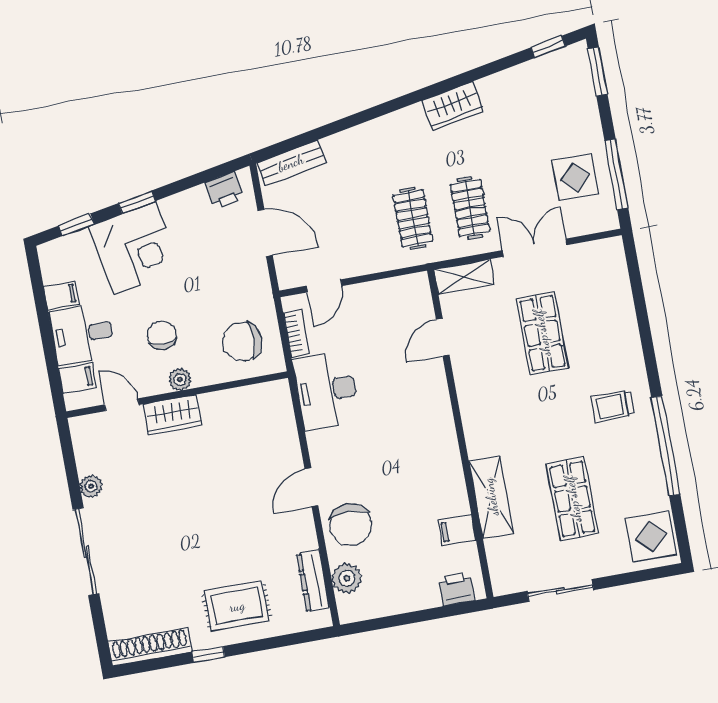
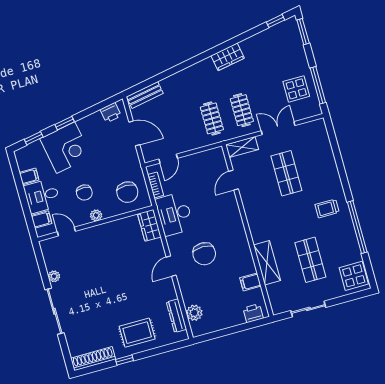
chair: (162, 335) -> (84, 193), turned 180
chair: (242, 342) -> (127, 192), turned -90
wardrobe: (173, 415) -> (149, 225), moved, turned 90
chair: (350, 525) -> (204, 254), moved

